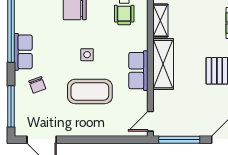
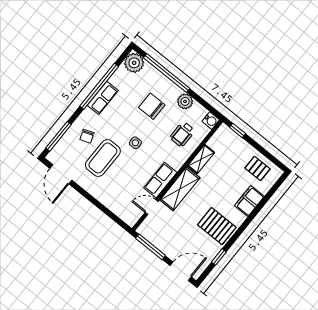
row of seats: (23, 52) -> (103, 98), moved
coffee table: (90, 91) -> (103, 158), moved, turned 90
door: (150, 121) -> (152, 207), moved

